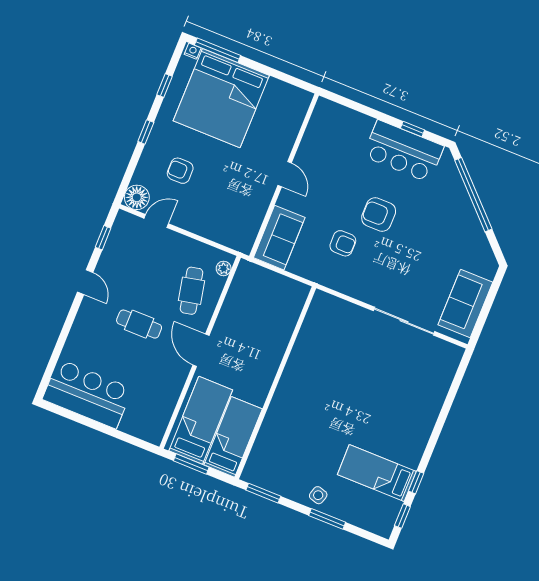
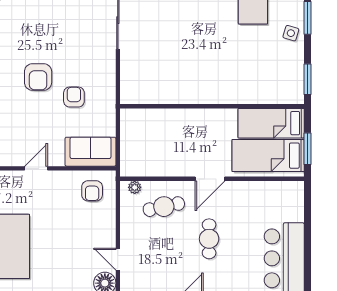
armchair: (180, 171) -> (92, 191), moved

